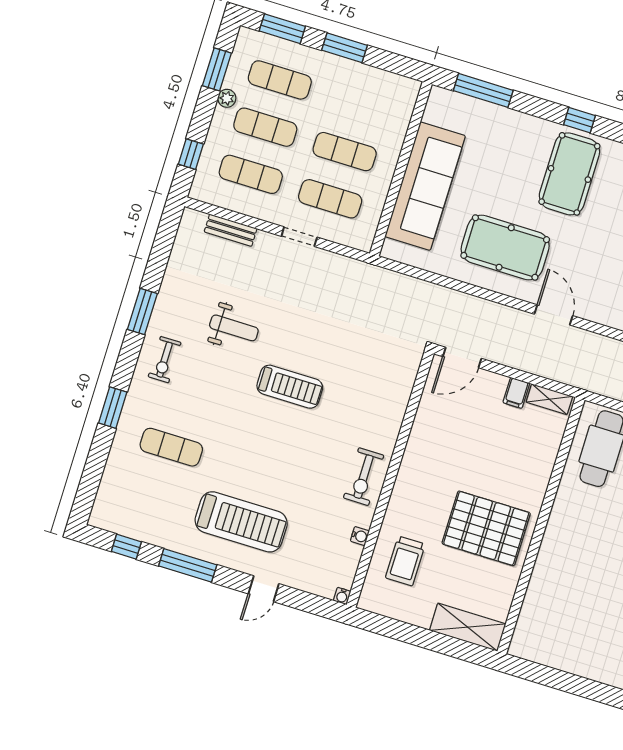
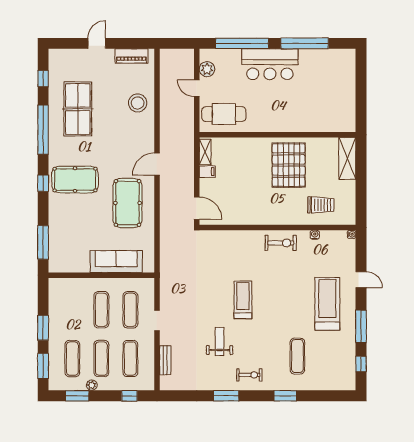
sofa: (425, 186) -> (116, 262), width x0.74, depth x0.79

